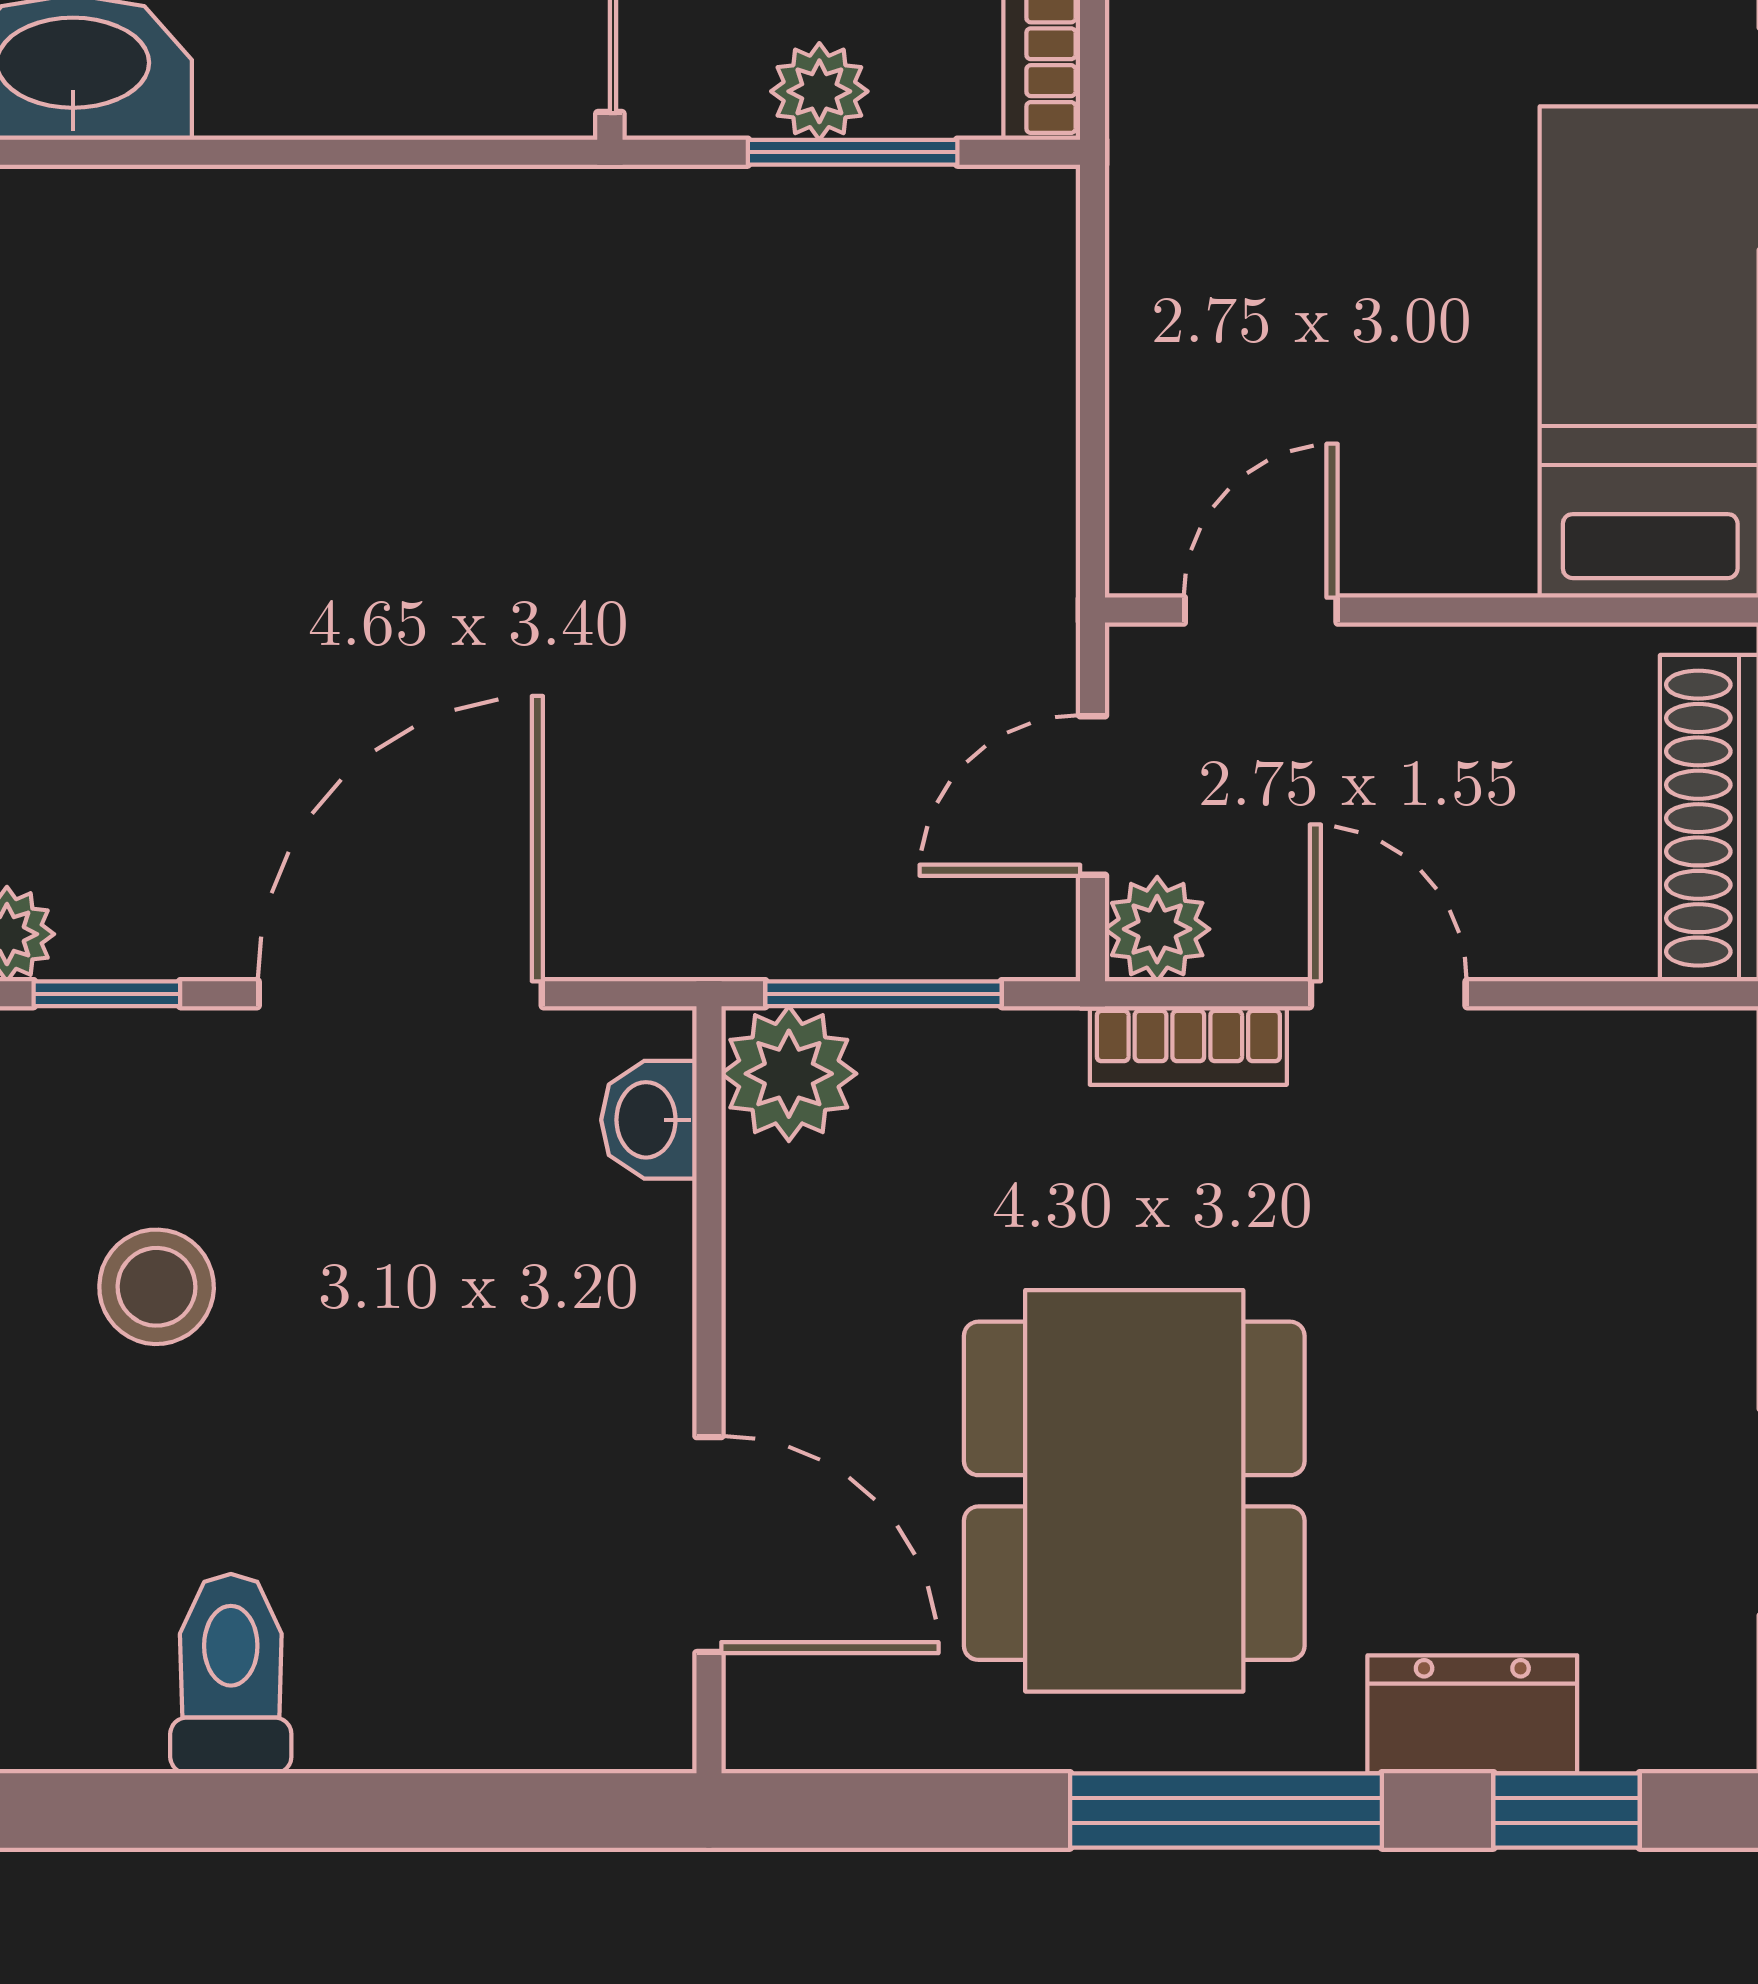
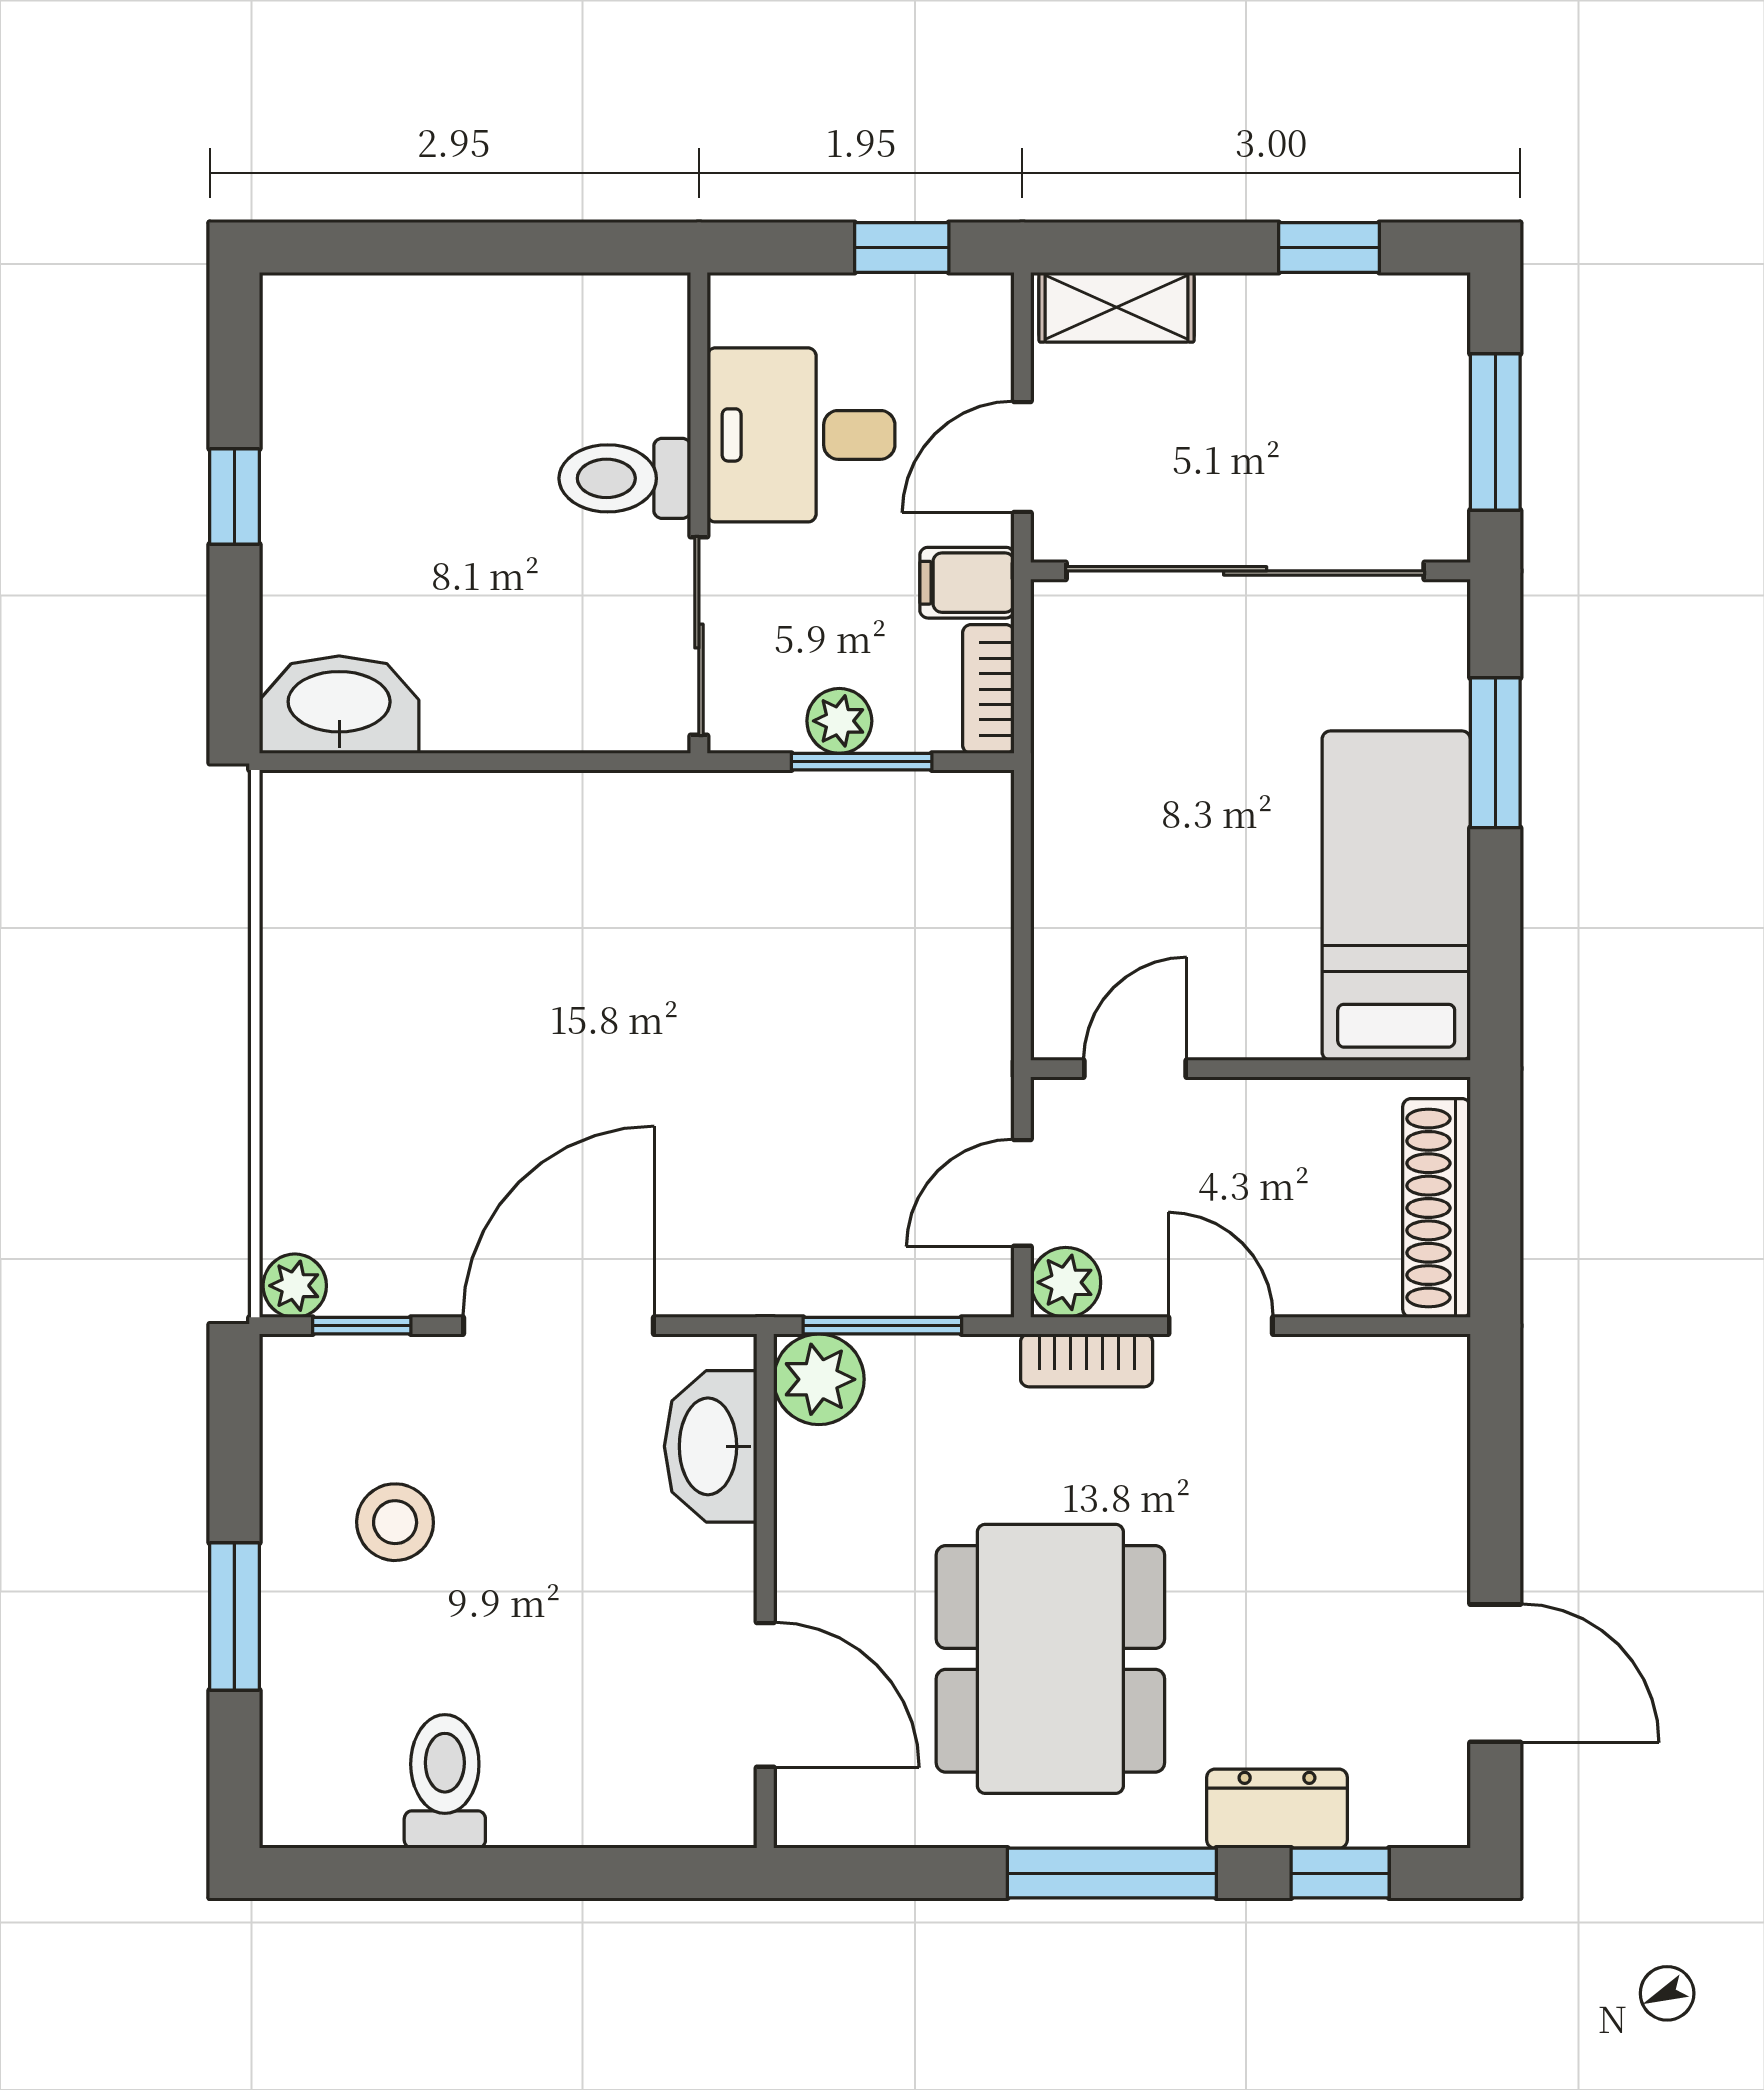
washbasin: (649, 1120) -> (711, 1446), width x1.91, depth x1.45

